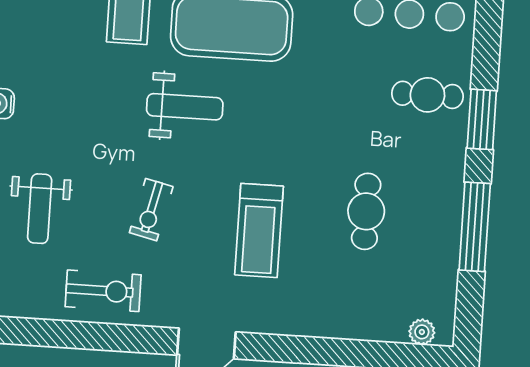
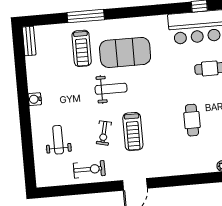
weight bench: (40, 209) -> (58, 140), turned 180
treadmill: (259, 230) -> (133, 132), moved

